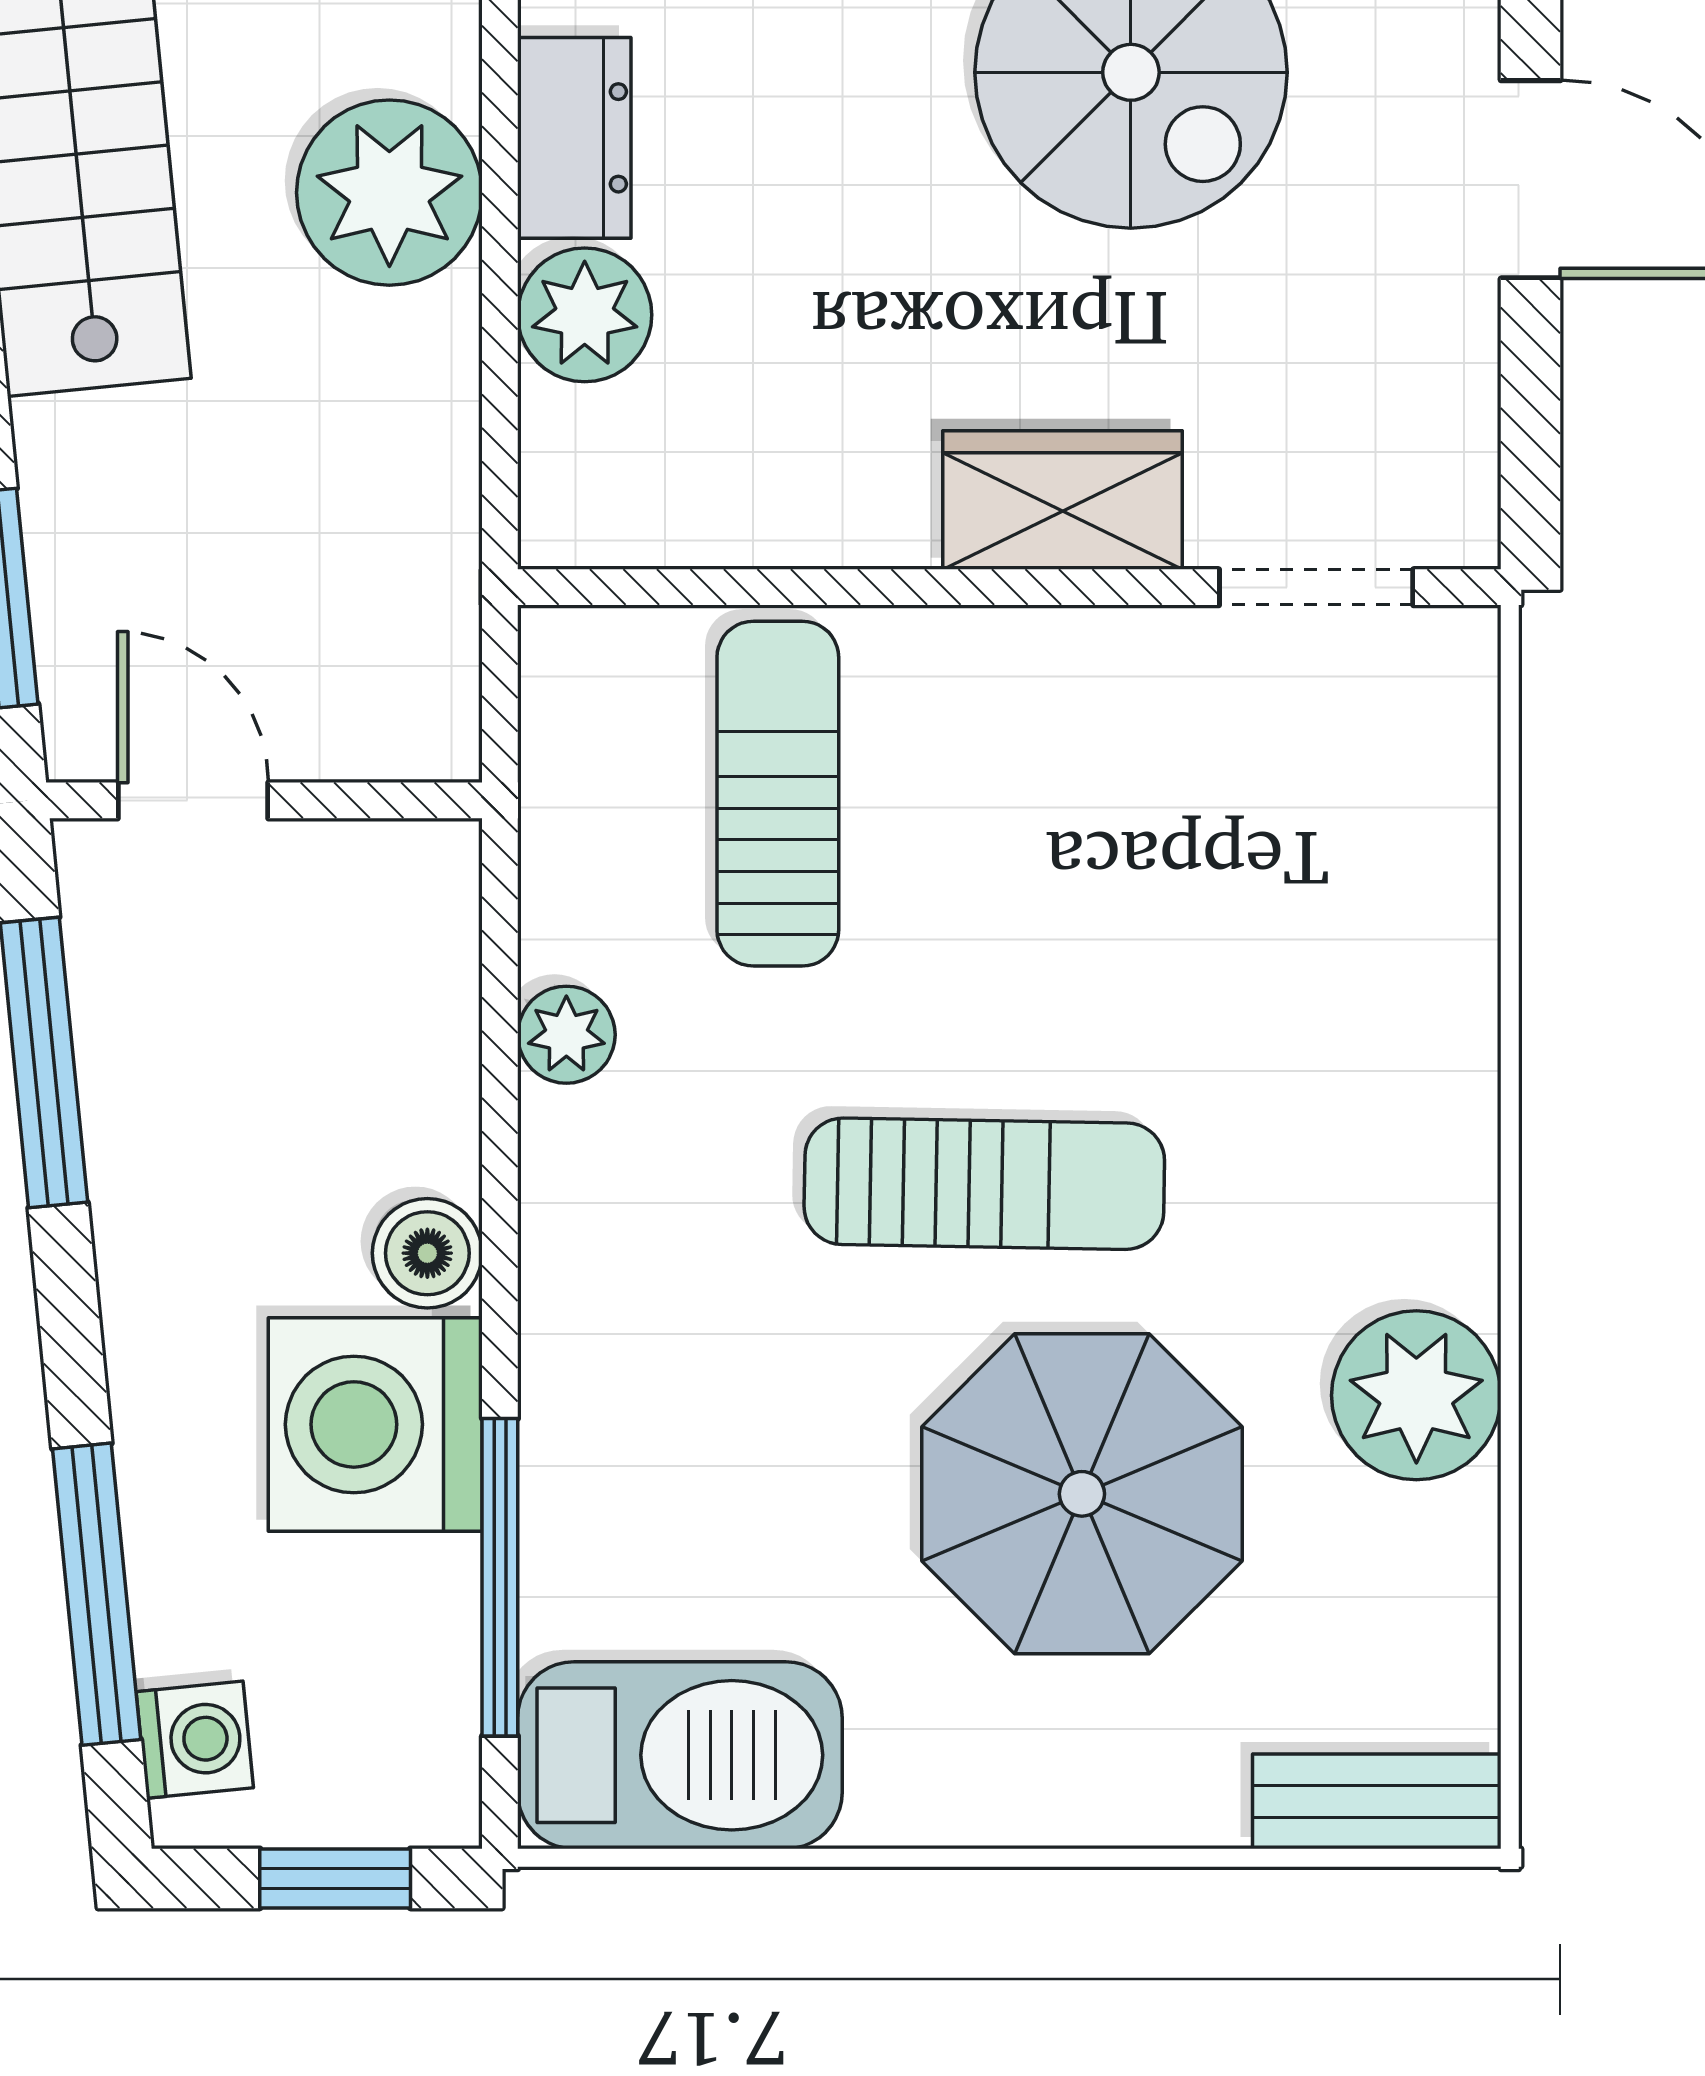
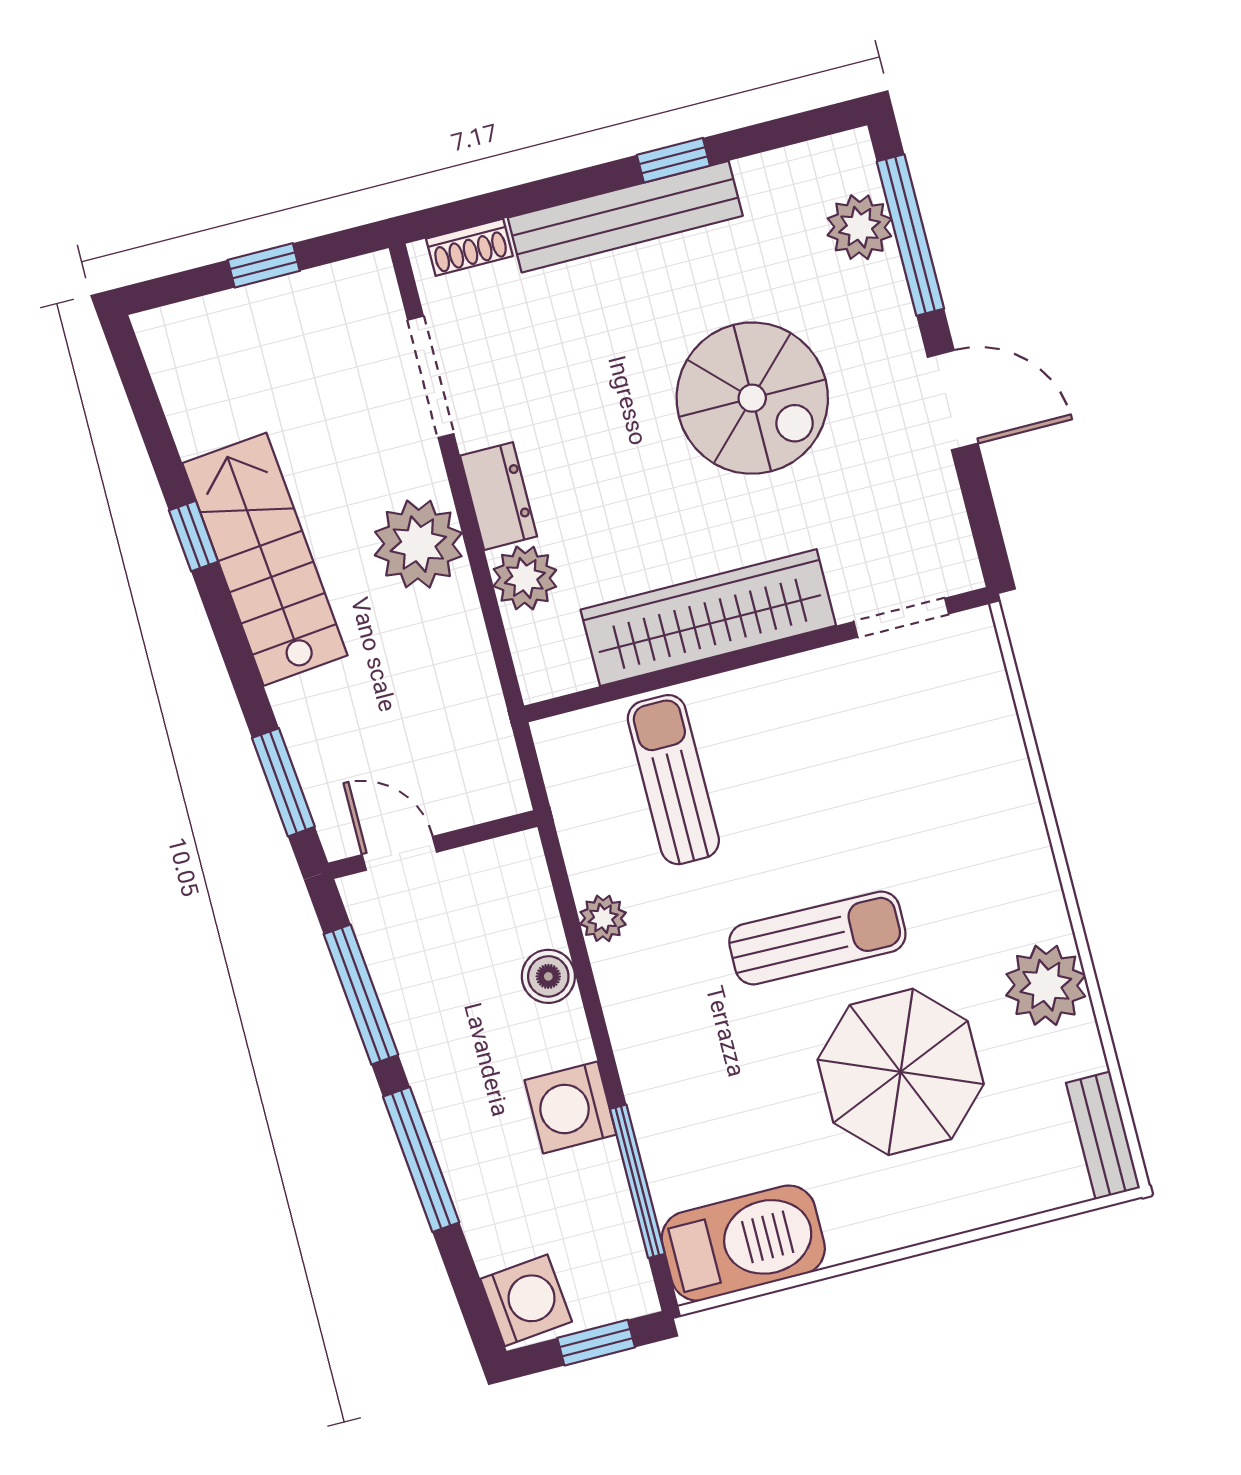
wardrobe: (1063, 500) -> (708, 618), width x2.10, depth x1.17
boiler: (427, 1253) -> (548, 976), moved
washing machine: (375, 1424) -> (570, 1107), width x0.73, depth x0.73
window: (97, 1594) -> (421, 1159), moved
washing machine: (195, 1740) -> (526, 1300), width x1.38, depth x1.38
bench: (1377, 1801) -> (1103, 1135), moved, turned 90

